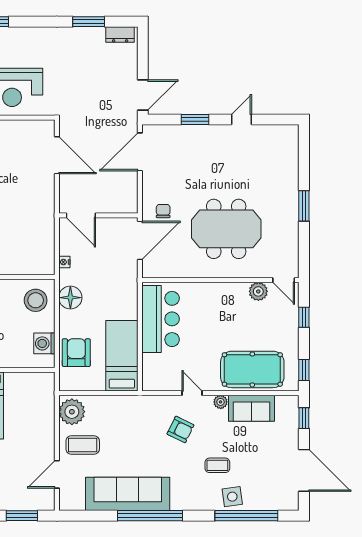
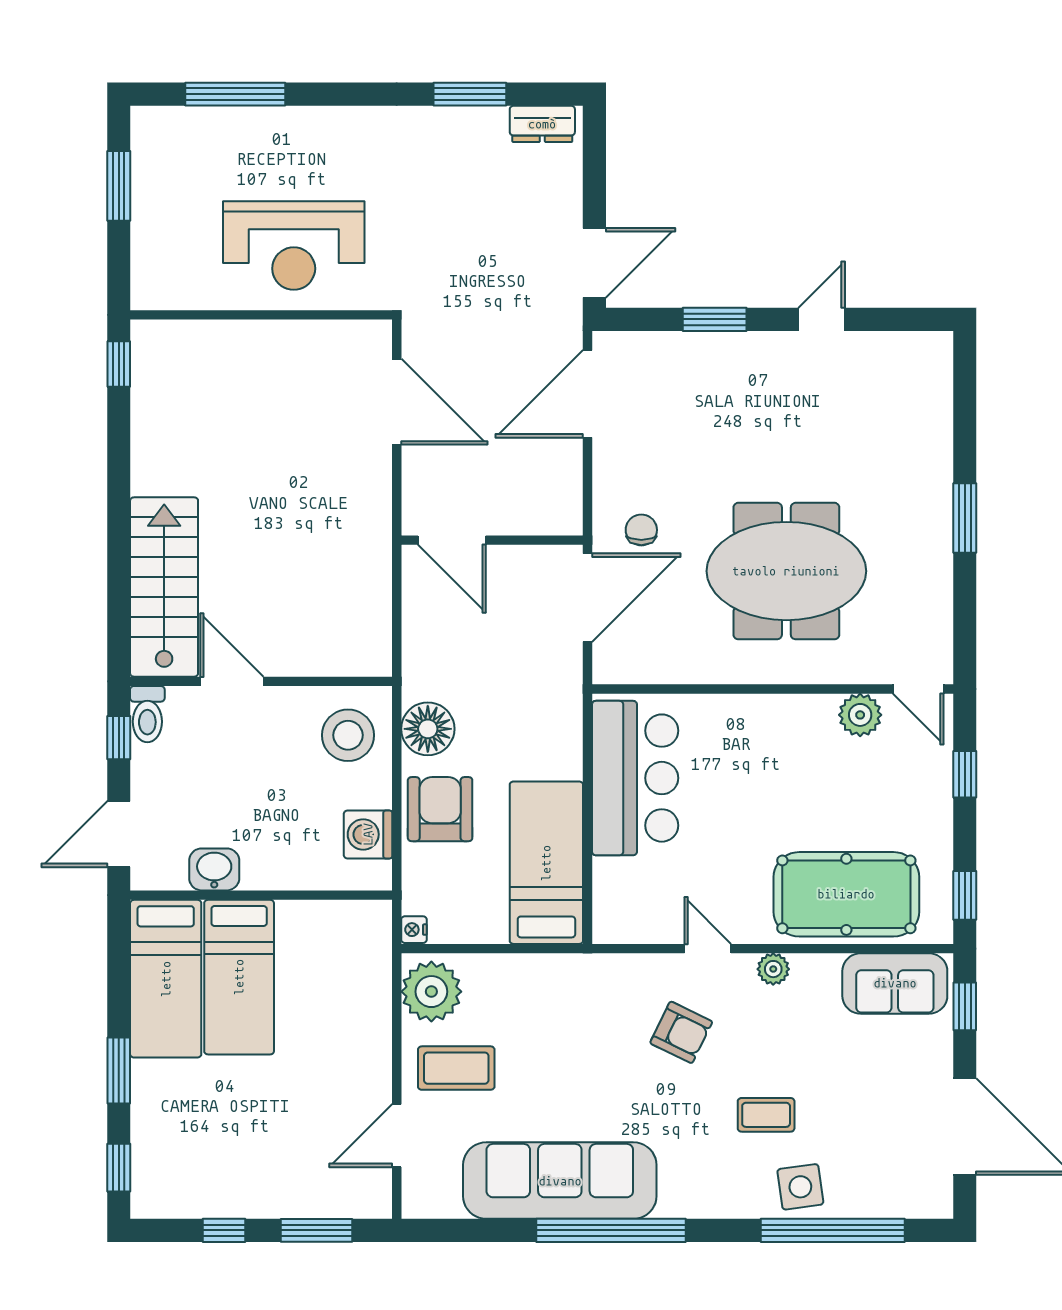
nightstand: (64, 262) -> (414, 930), moved
armchair: (76, 353) -> (440, 809), moved
sofa: (251, 408) -> (895, 983), moved

